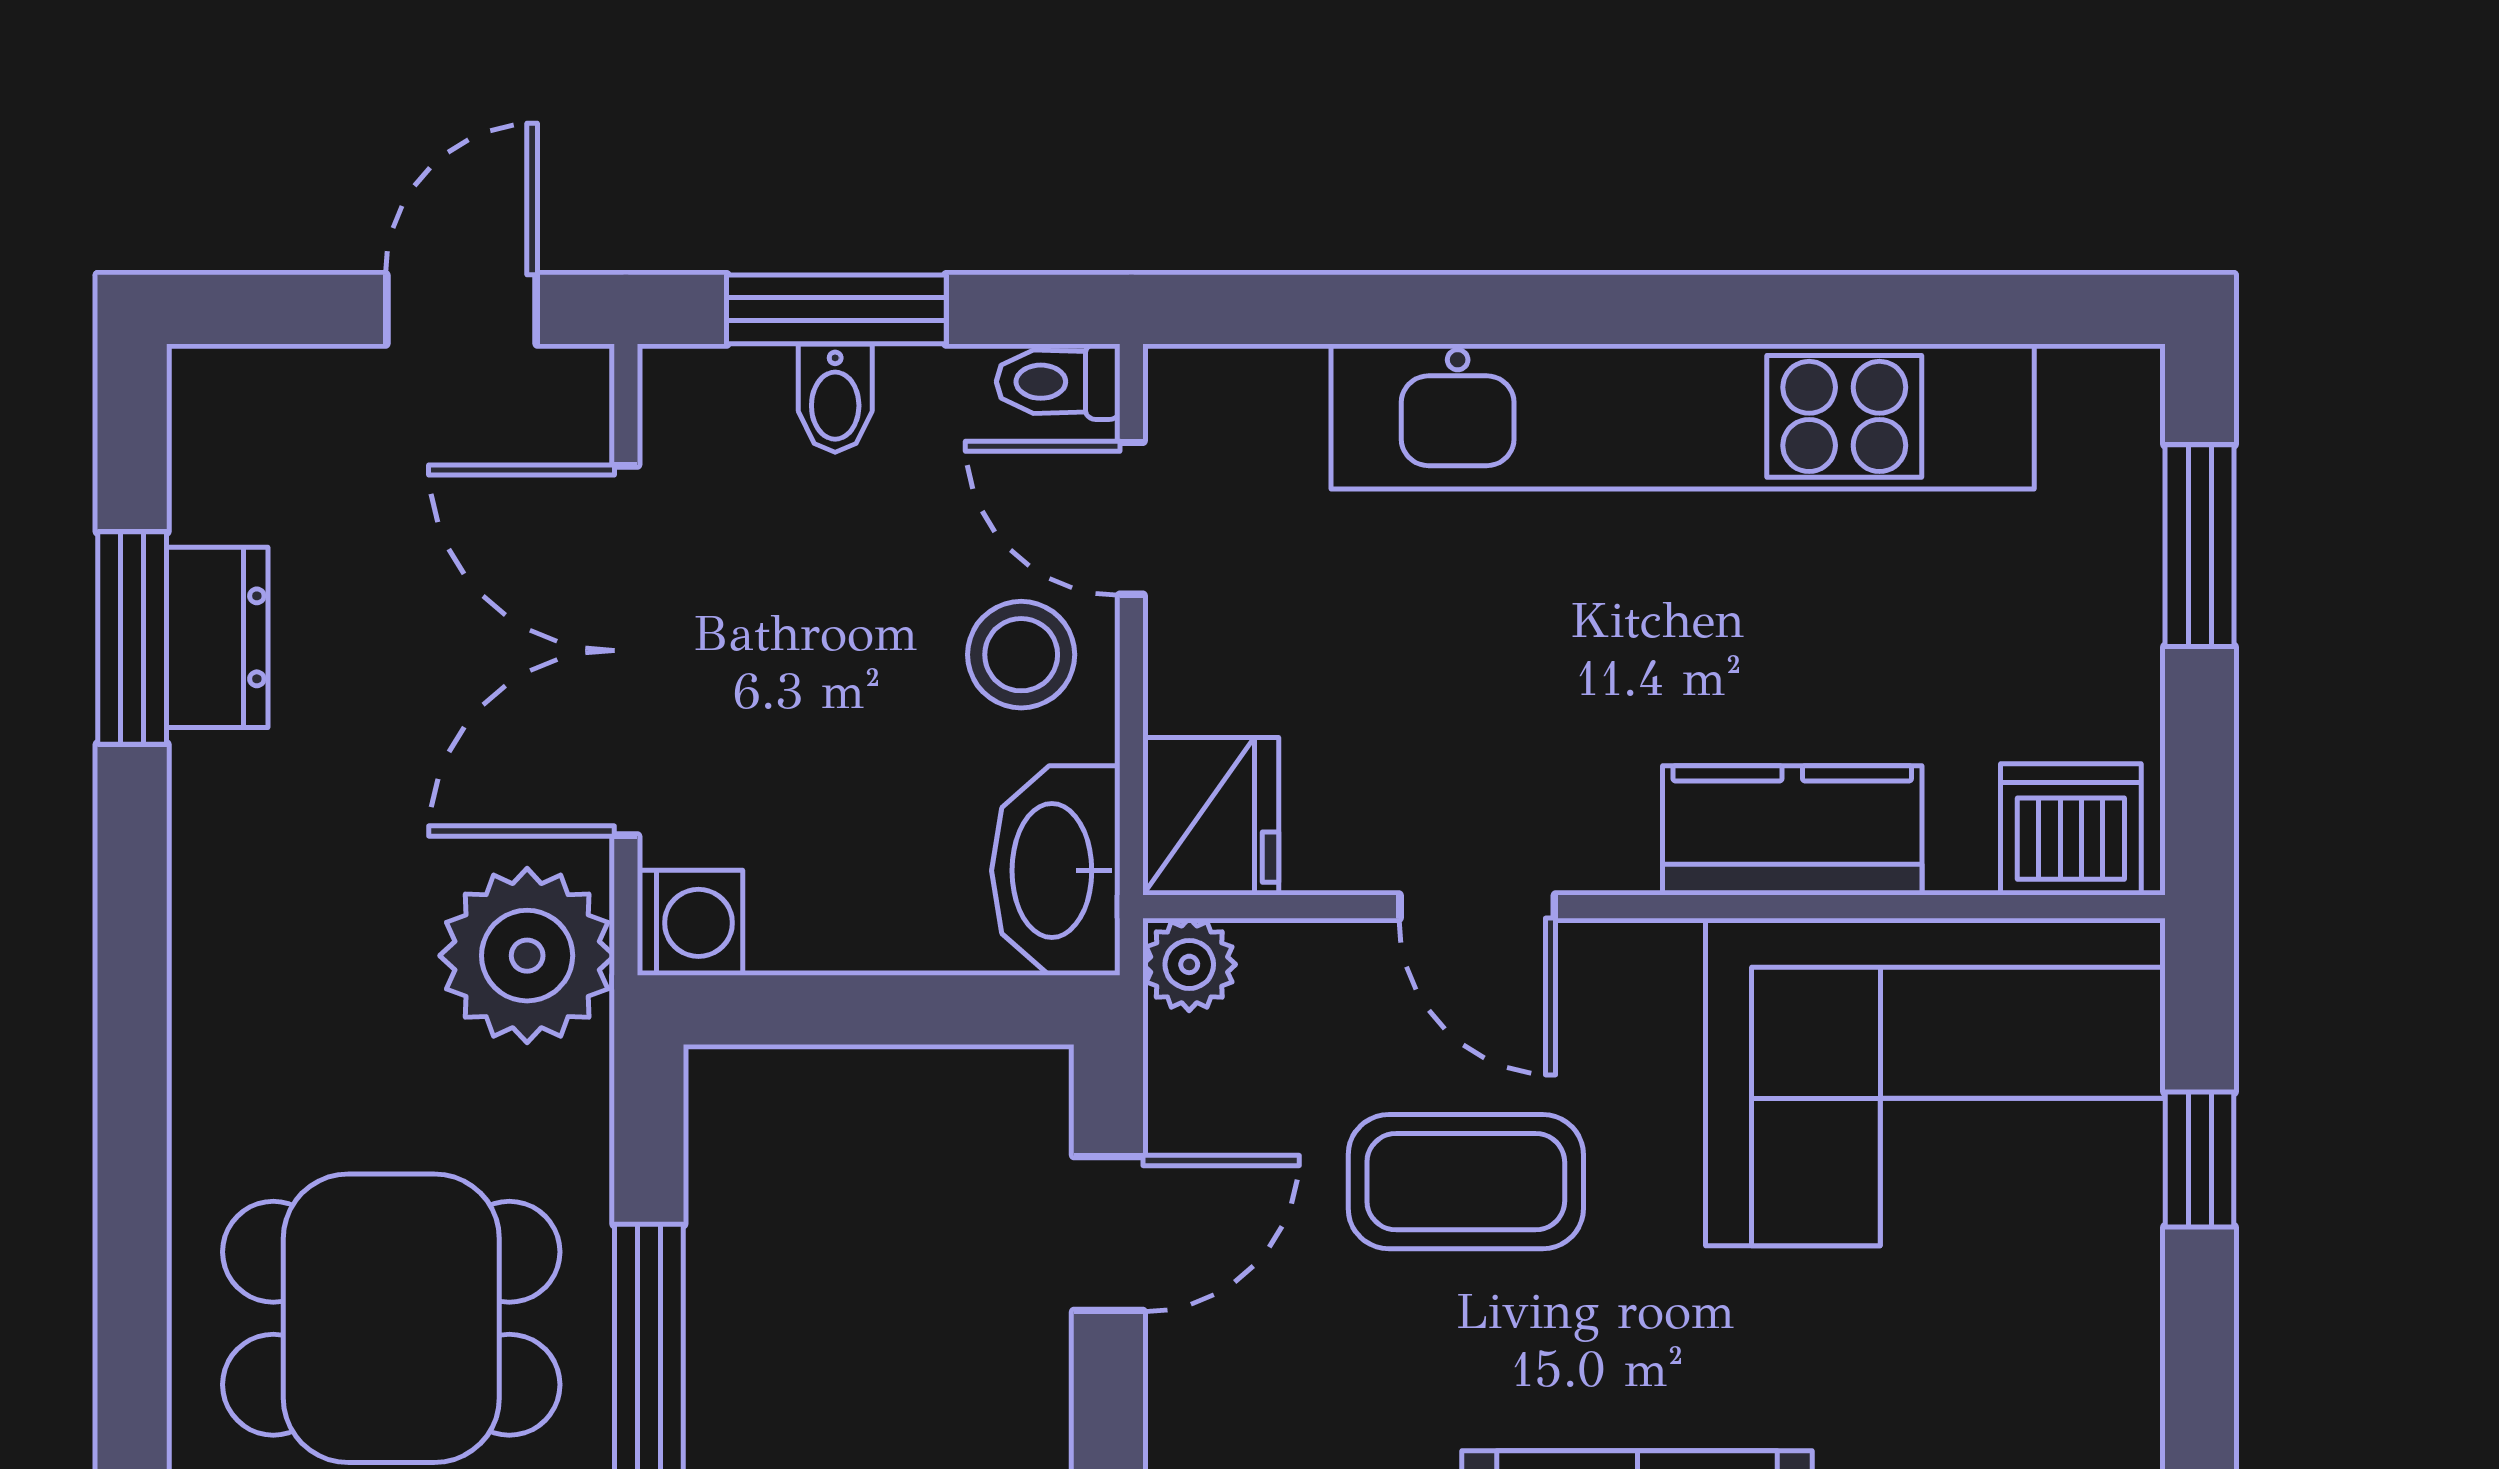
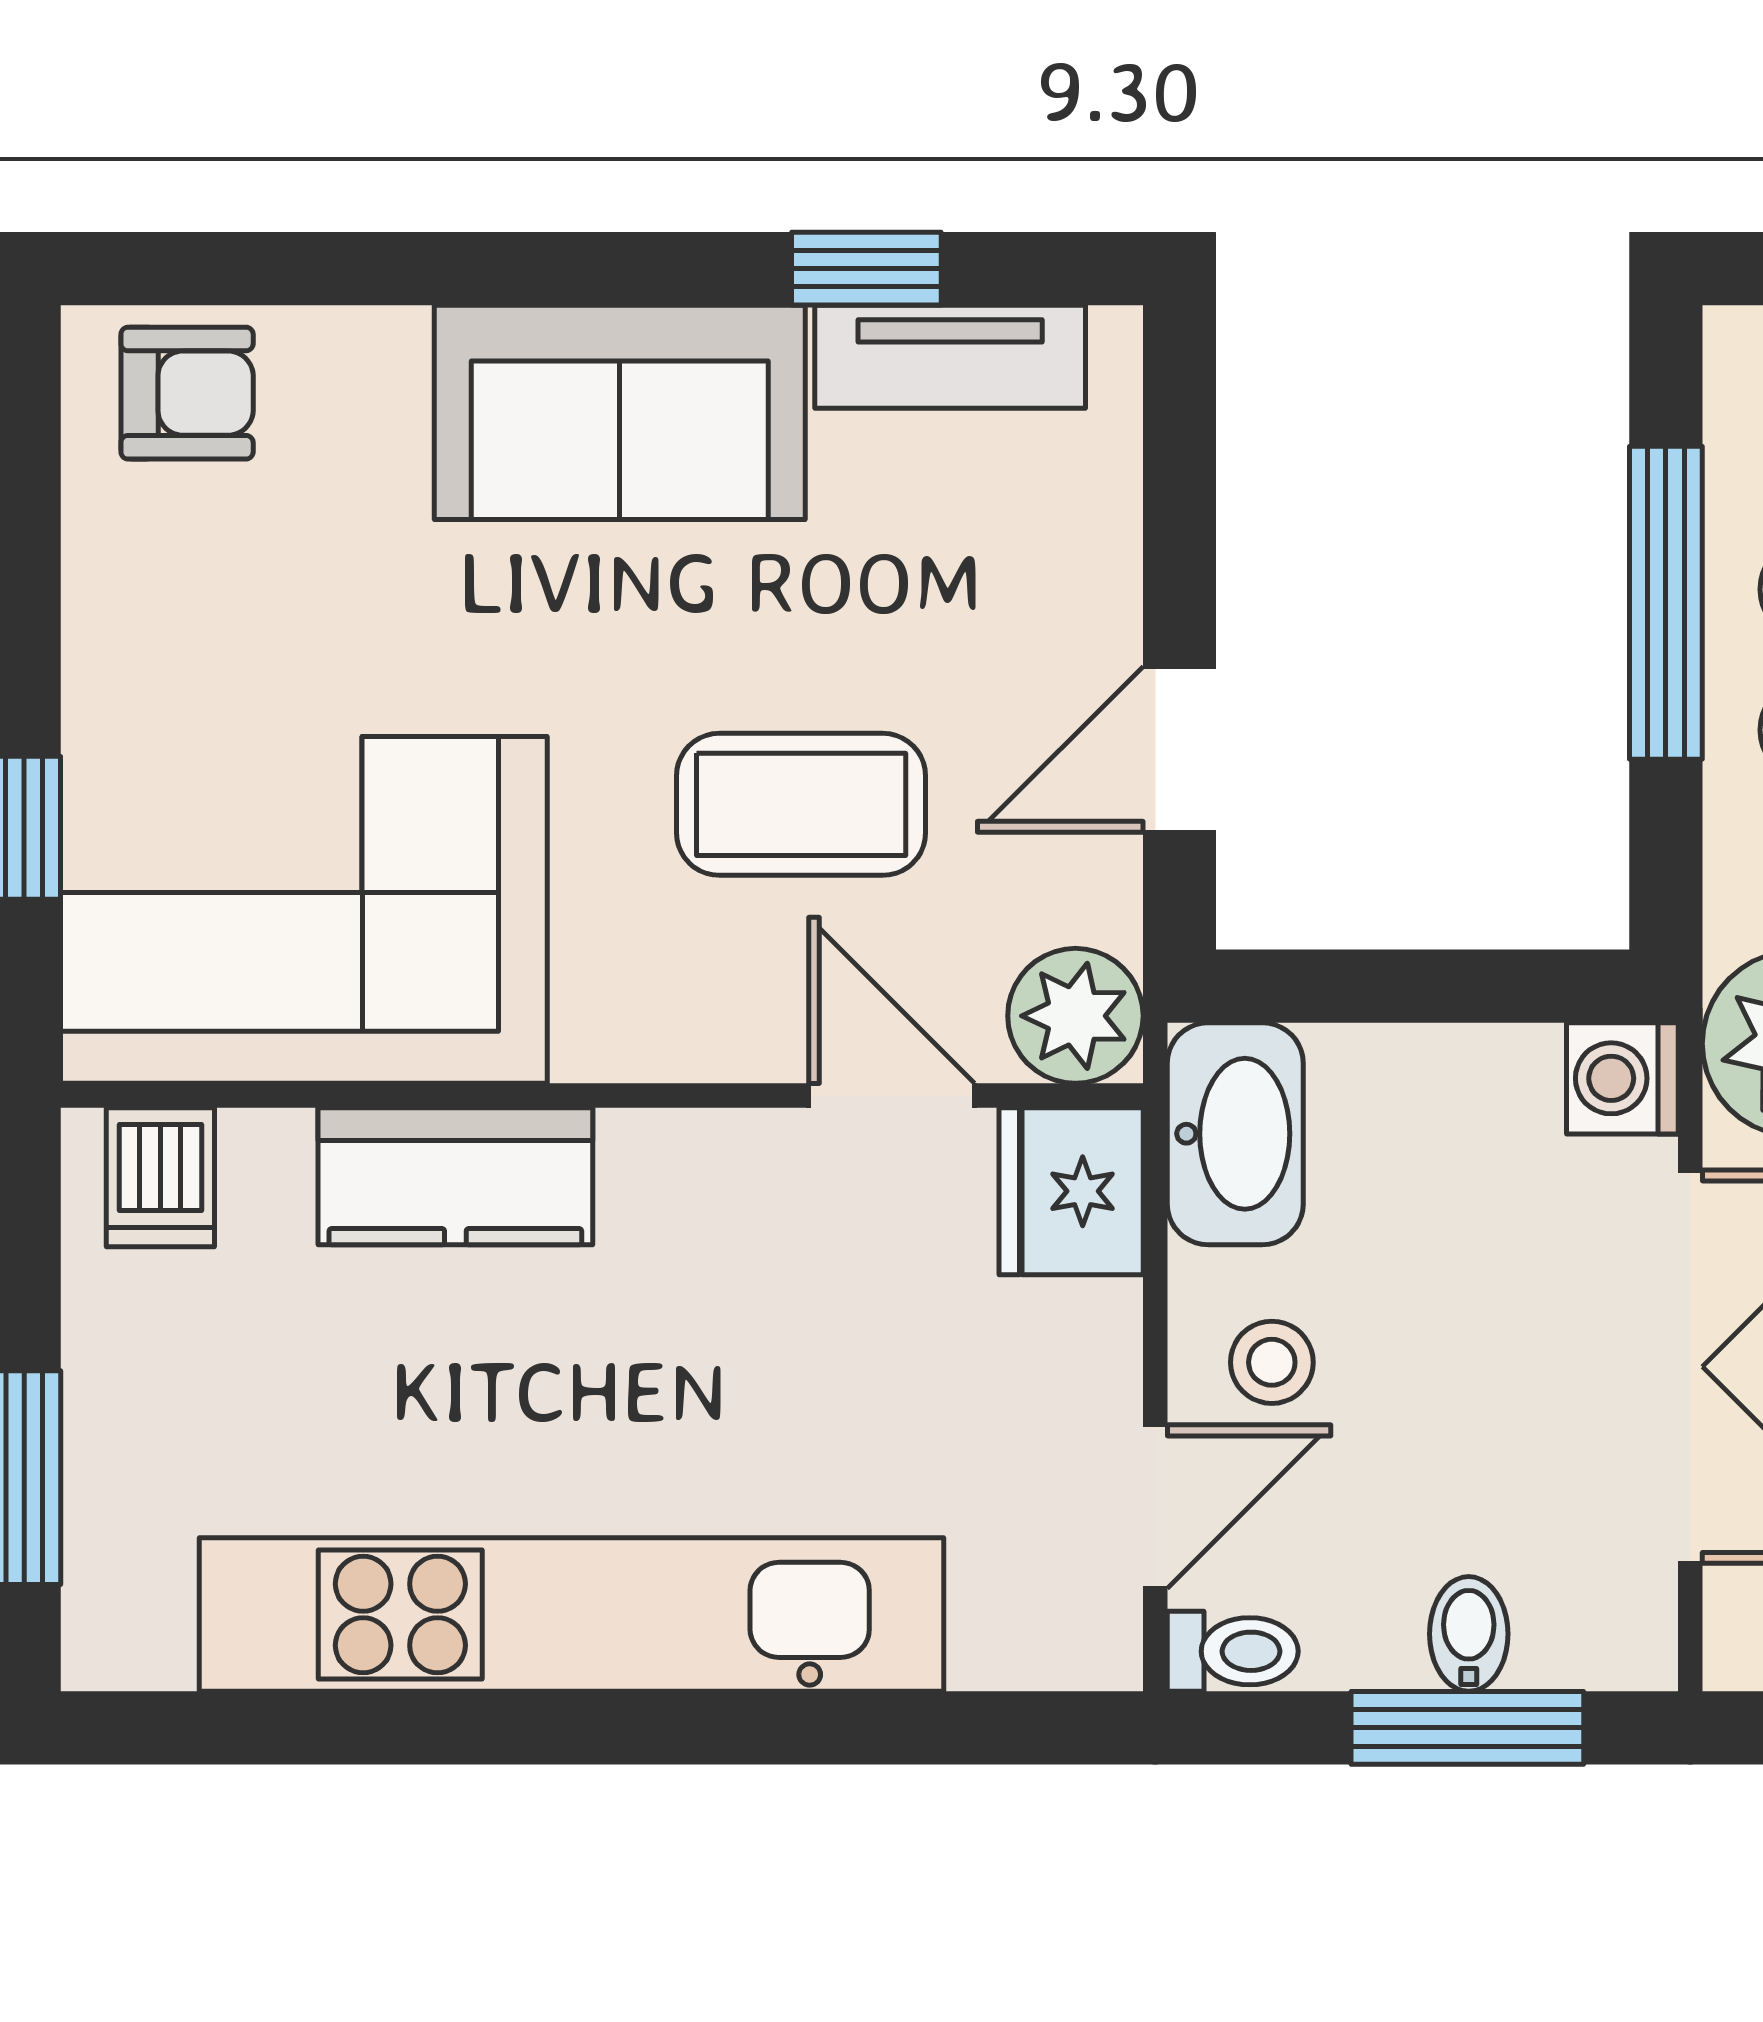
door: (1131, 518) -> (1155, 1507), hinge flipped
stool: (1021, 655) -> (1272, 1362), width x0.73, depth x0.73
dishwasher: (2071, 829) -> (160, 1177), width x0.73
door: (1477, 907) -> (892, 1096), moved
plant: (1189, 964) -> (1075, 1016), width x1.38, depth x1.38

